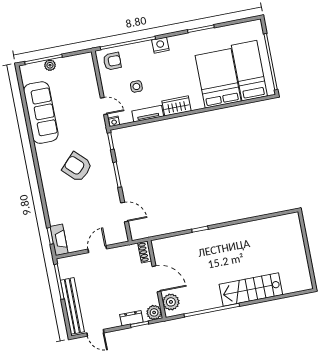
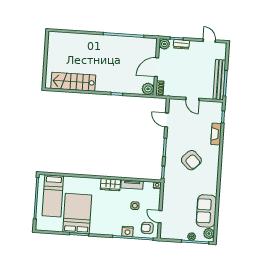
nightstand: (160, 45) -> (128, 231), moved
plant: (28, 75) -> (209, 234), added
bed: (218, 78) -> (77, 213), moved, turned 180
door: (104, 106) -> (160, 217), moved
sofa: (41, 113) -> (206, 211), width x0.73
fireplace: (59, 240) -> (216, 134), moved
door: (97, 249) -> (192, 99), hinge flipped
door: (156, 279) -> (156, 67), hinge flipped
stairs: (251, 290) -> (73, 82), moved, turned 180
plant: (171, 302) -> (148, 89), moved
bench: (72, 306) -> (219, 80), moved

